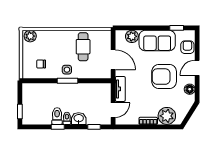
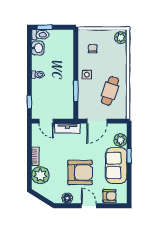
window: (177, 28) -> (129, 156), moved
cafe table: (83, 47) -> (110, 91), turned -71
armchair: (164, 77) -> (80, 172), turned 90
window: (67, 81) -> (76, 91), moved
toilet: (57, 116) -> (40, 35), moved
washbasin: (79, 119) -> (38, 48), moved
window: (58, 127) -> (29, 65), removed

